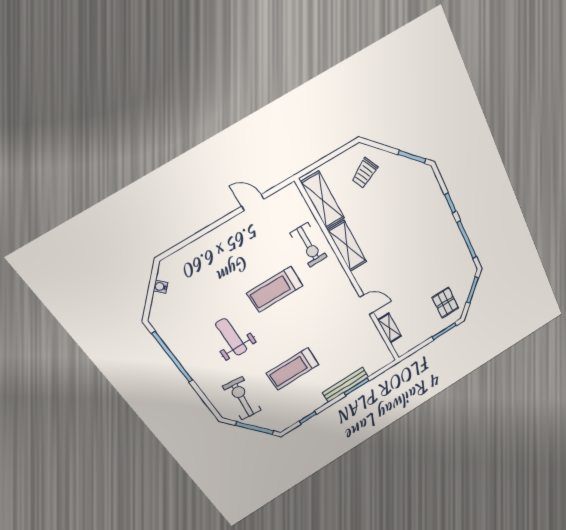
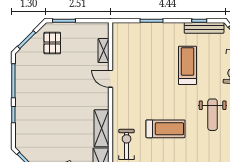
treadmill: (293, 369) -> (187, 65), turned -90
bench: (346, 385) -> (204, 28), moved

